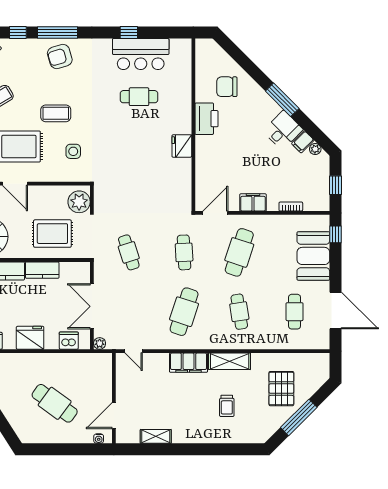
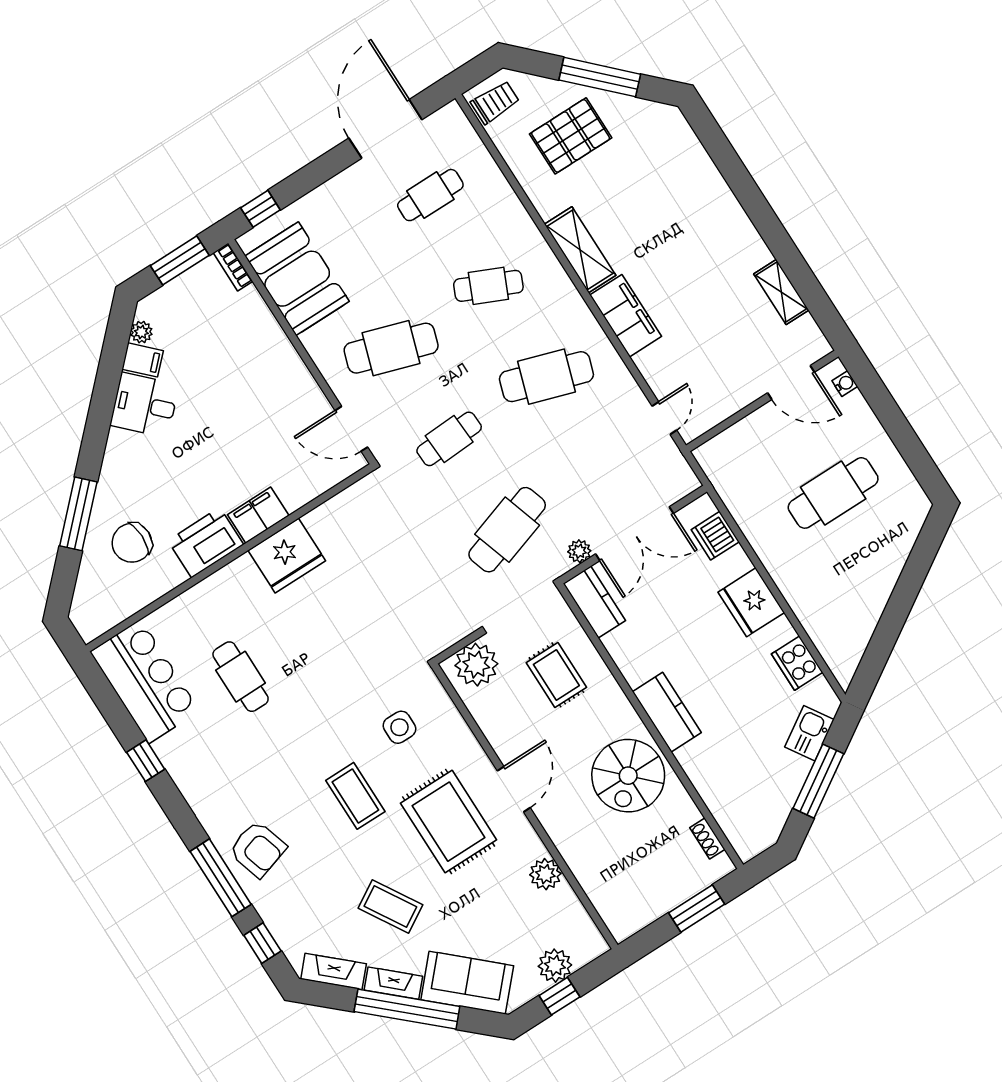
bar counter: (141, 54) -> (145, 681), moved
chair: (227, 87) -> (132, 543), turned 90
window: (282, 100) -> (78, 514), moved
fridge: (182, 146) -> (287, 556), width x1.36, depth x1.34
window: (336, 185) -> (180, 260), width x1.50
filing cabinet: (253, 202) -> (258, 515), moved, turned 90
bookcase: (291, 207) -> (233, 267), moved
rug: (52, 234) -> (556, 675), width x0.73, depth x0.70
cafe table: (129, 252) -> (507, 530), width x1.37, depth x1.35
booth: (313, 256) -> (297, 279), moved, turned 90
kitchen counter: (42, 270) -> (594, 602), moved
cafe table: (239, 312) -> (488, 286), turned 33
plant: (100, 343) -> (579, 551), moved
cafe table: (55, 403) -> (833, 493), turned 54
trolley: (227, 406) -> (495, 102), moved

